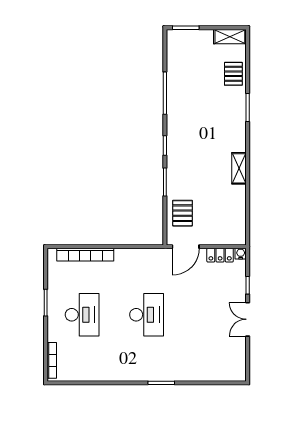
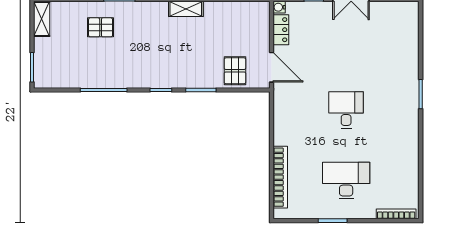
pallet: (233, 74) -> (101, 27), moved
pallet: (183, 213) -> (235, 71), turned 90
desk: (147, 315) -> (346, 110), width x0.73

